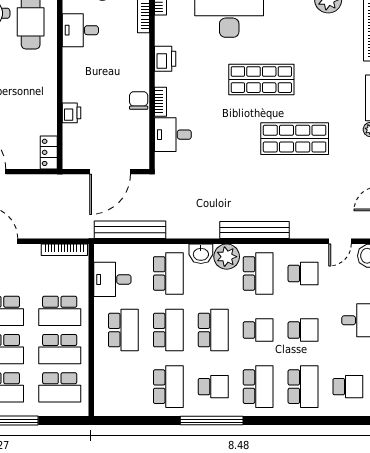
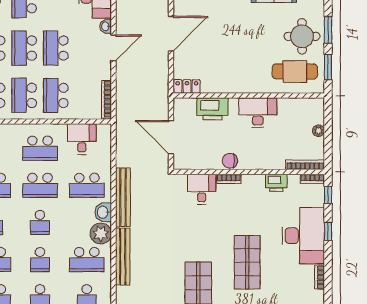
desk: (80, 30) -> (258, 113), moved, width x1.37
printer: (165, 59) -> (276, 183), moved
chair: (139, 101) -> (230, 161), turned 180
printer: (72, 113) -> (212, 109), width x1.87, depth x1.48
bench: (130, 230) -> (123, 197), moved
school desk: (213, 330) -> (40, 222), width x0.54

